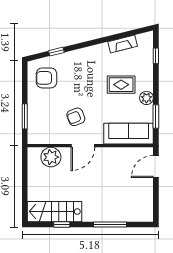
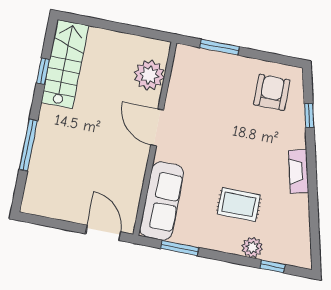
fireplace: (123, 44) -> (298, 171), moved
rug: (121, 85) -> (239, 204), turned 90
plant: (146, 98) -> (252, 247), moved
armchair: (76, 117) -> (203, 125), removed

